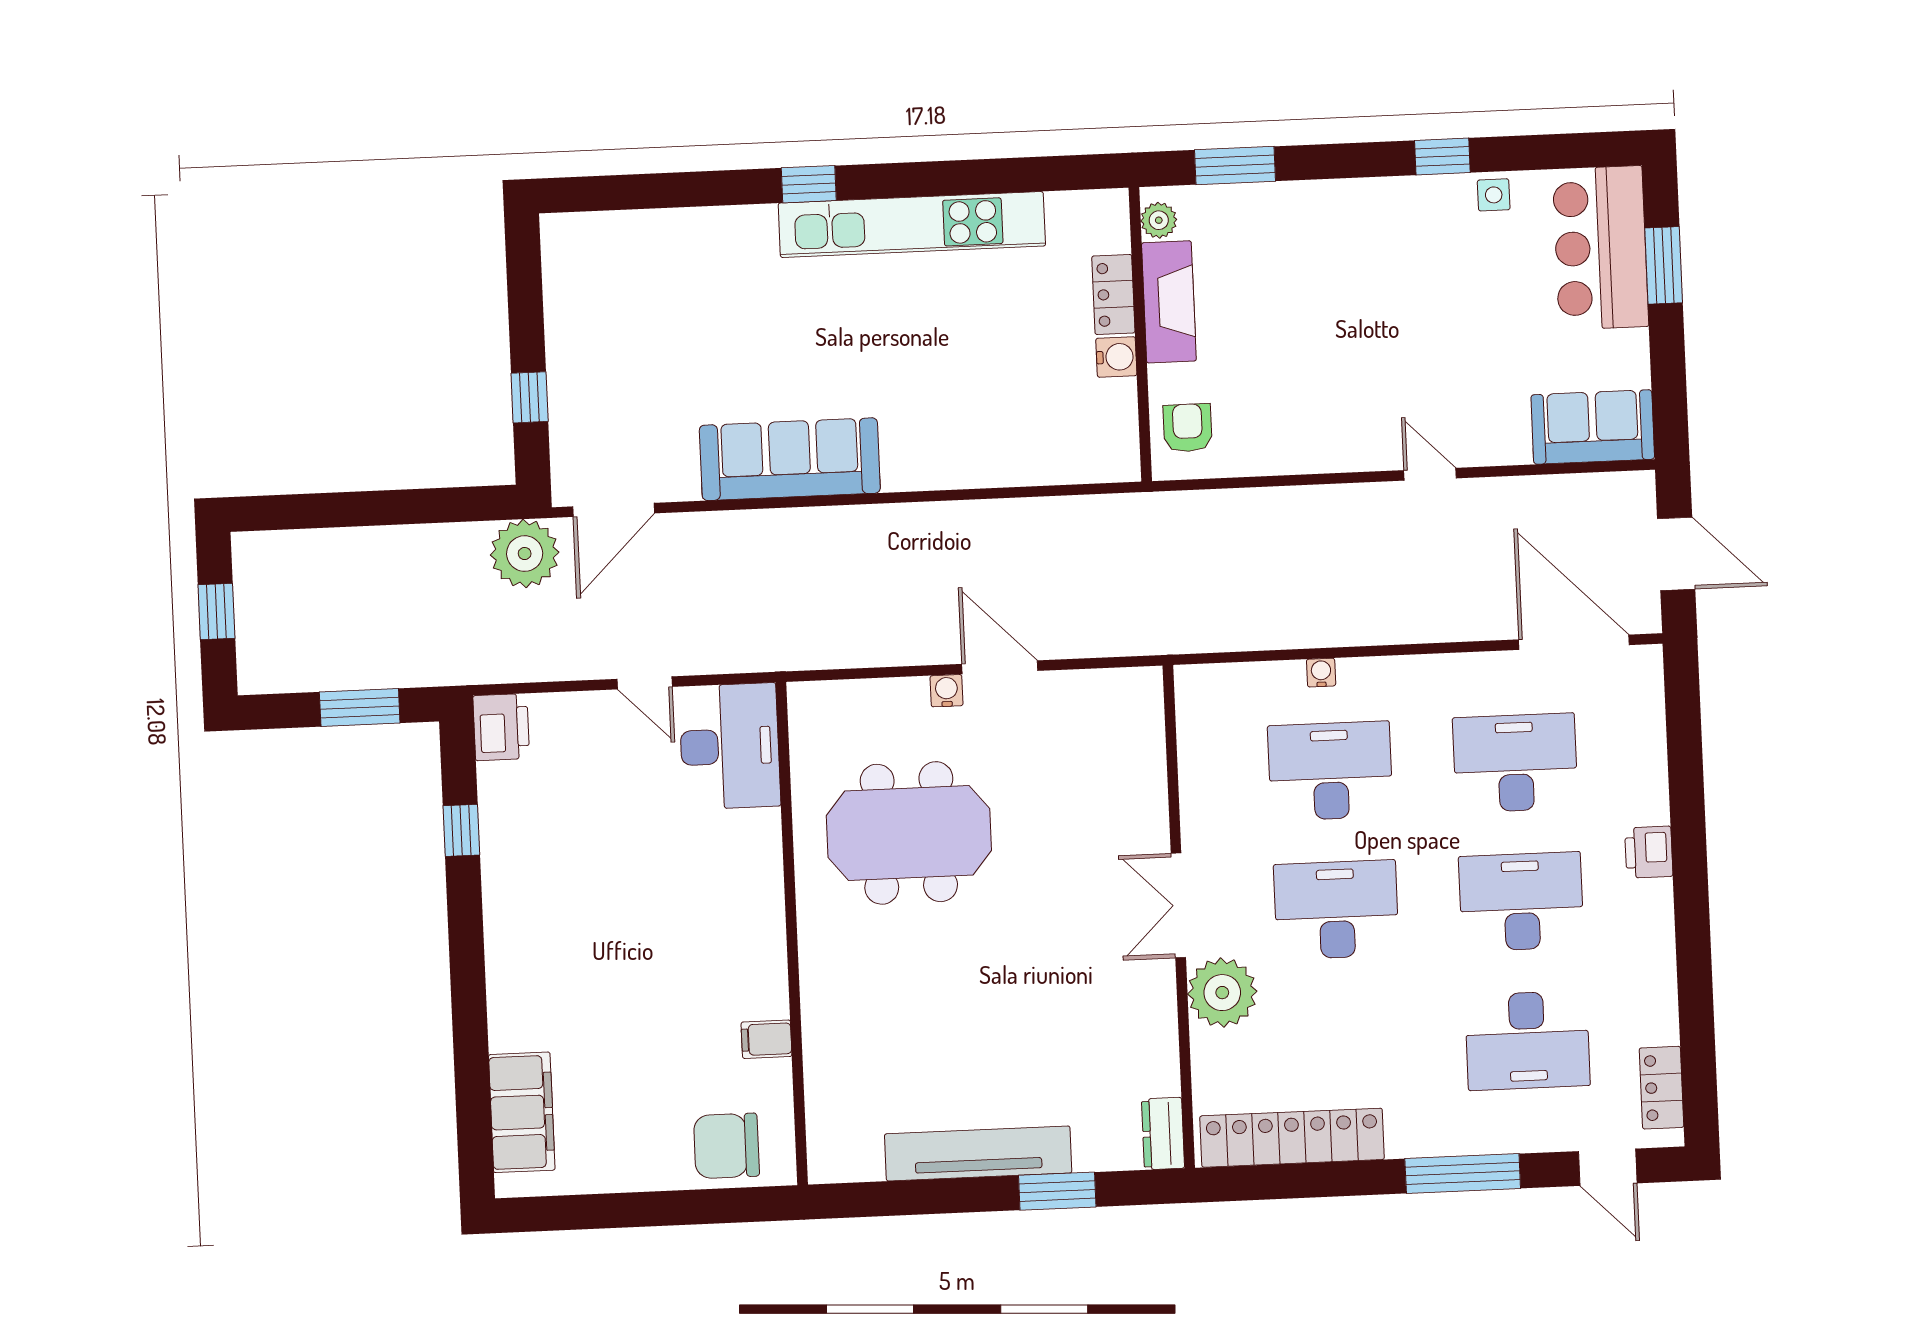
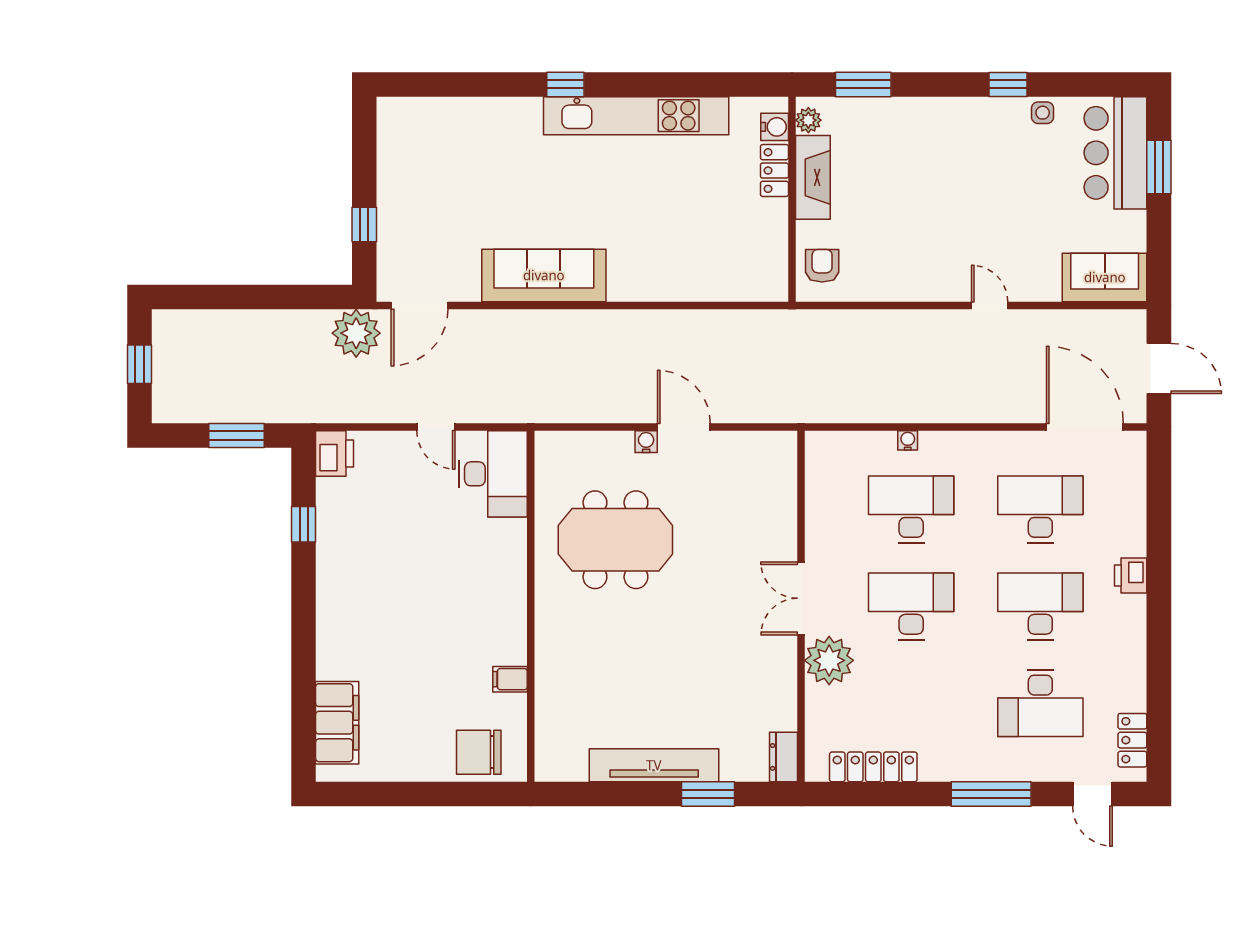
water cooler: (1116, 357) -> (775, 127), moved
locker: (1292, 1138) -> (873, 767), width x0.71, depth x0.83

